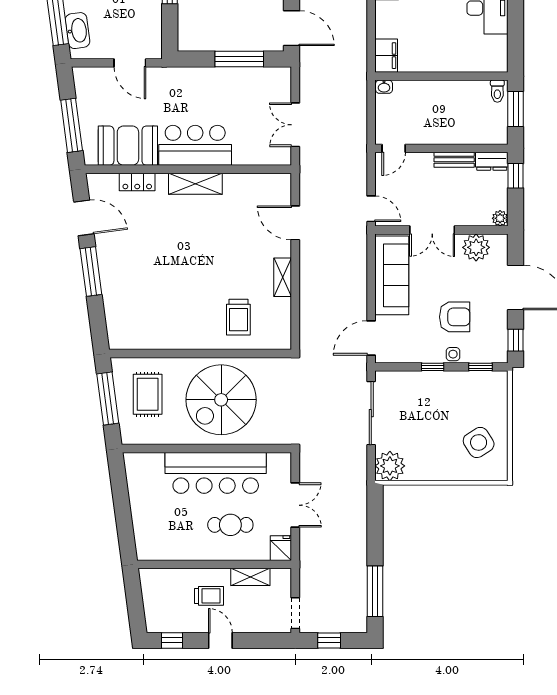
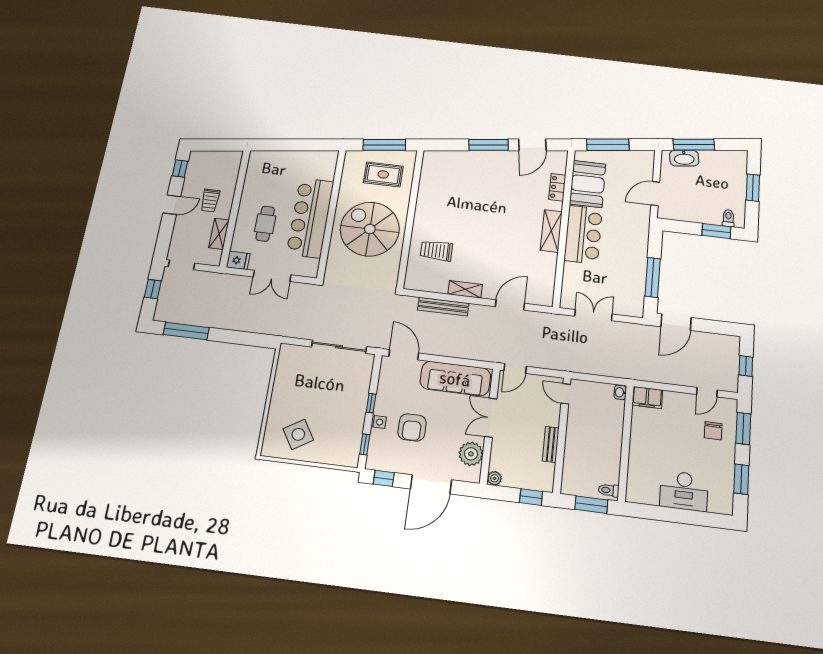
dresser: (492, 161) -> (546, 477), removed
bench: (307, 300) -> (443, 307), added
plant: (390, 466) -> (291, 357), removed

